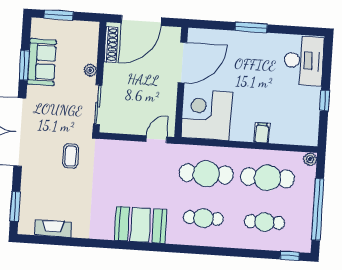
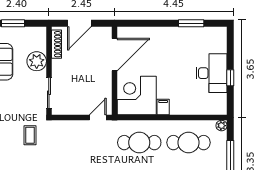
door: (141, 20) -> (79, 23), width x0.73
window: (251, 27) -> (191, 23), moved
desk: (304, 61) -> (212, 73), moved
plant: (90, 70) -> (37, 61), width x1.88, depth x1.88
filing cabinet: (262, 133) -> (163, 107), moved

